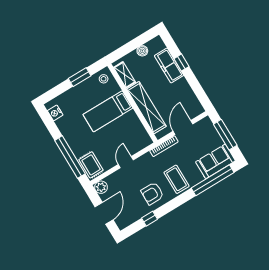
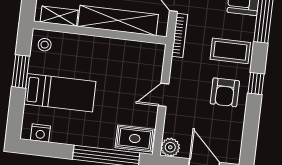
bed: (108, 111) -> (60, 93), moved, turned -90
door: (126, 162) -> (163, 95), hinge flipped
window: (149, 219) -> (256, 84), moved

